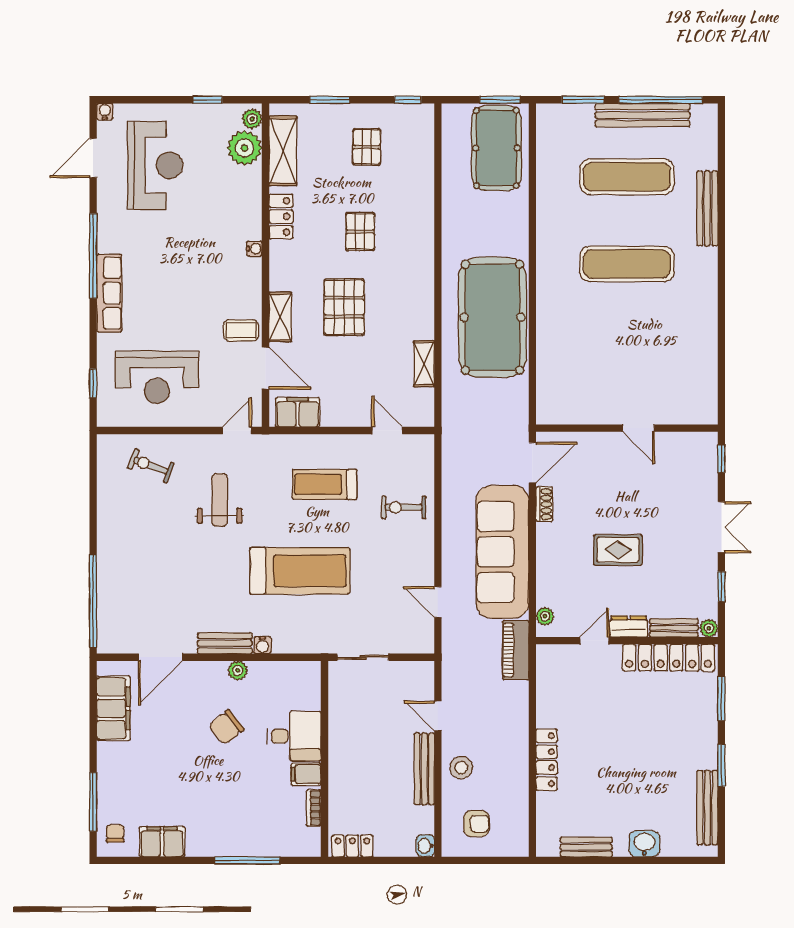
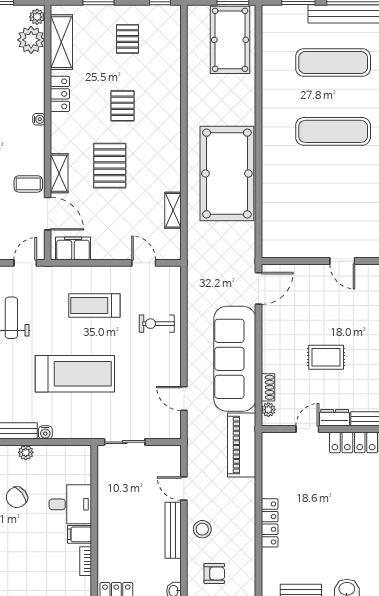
shoe rack: (544, 504) -> (268, 387), moved
piano: (516, 650) -> (242, 445), width x1.37, depth x1.33

